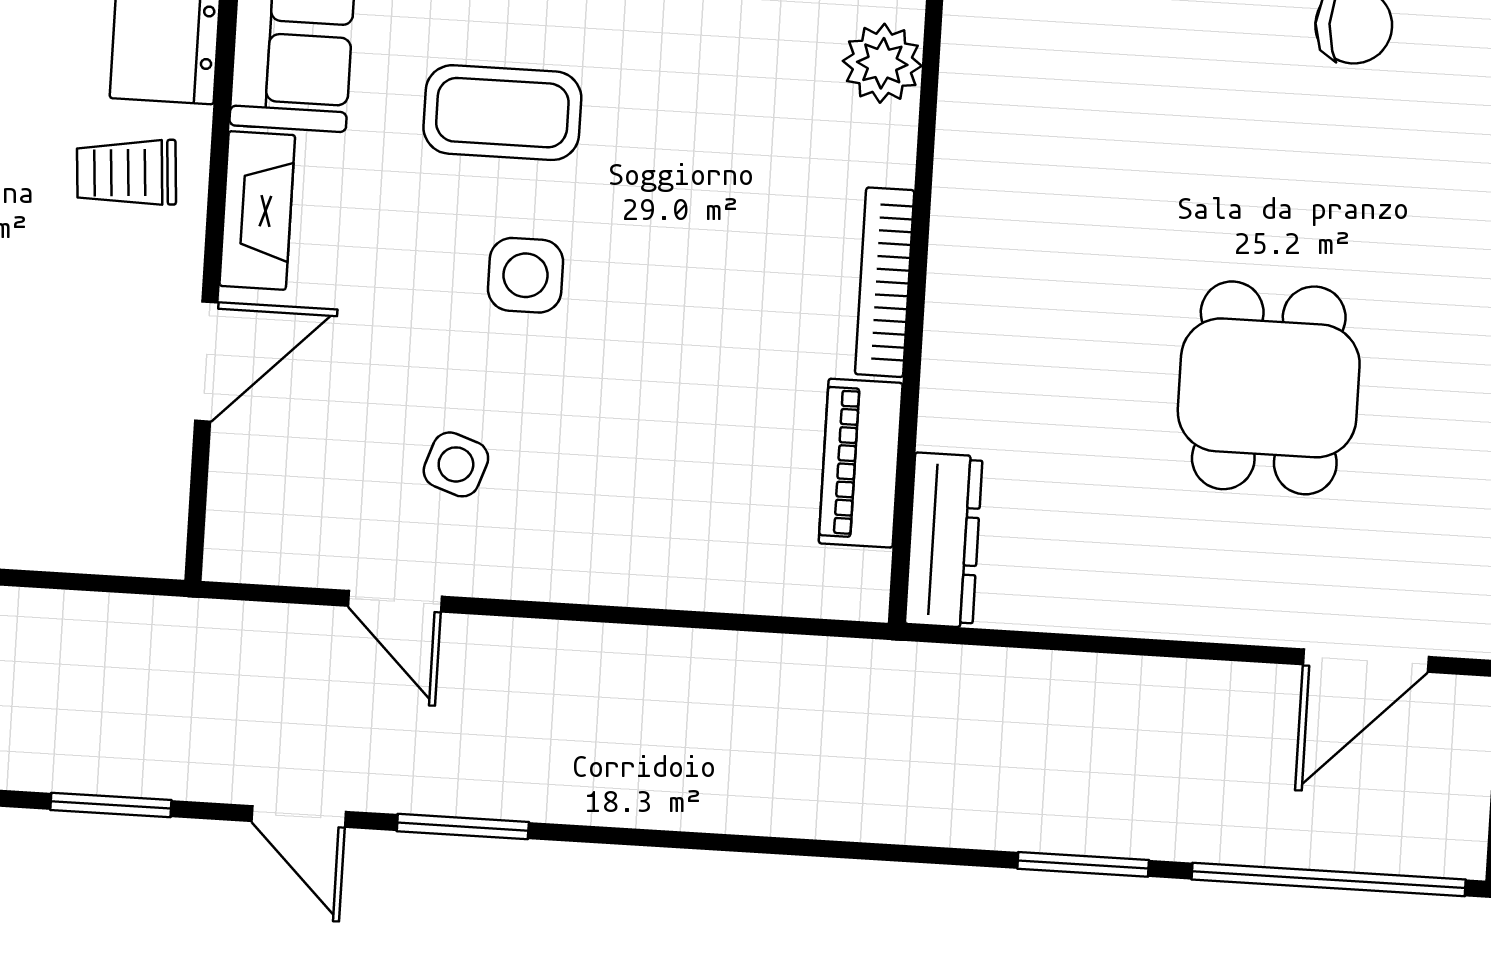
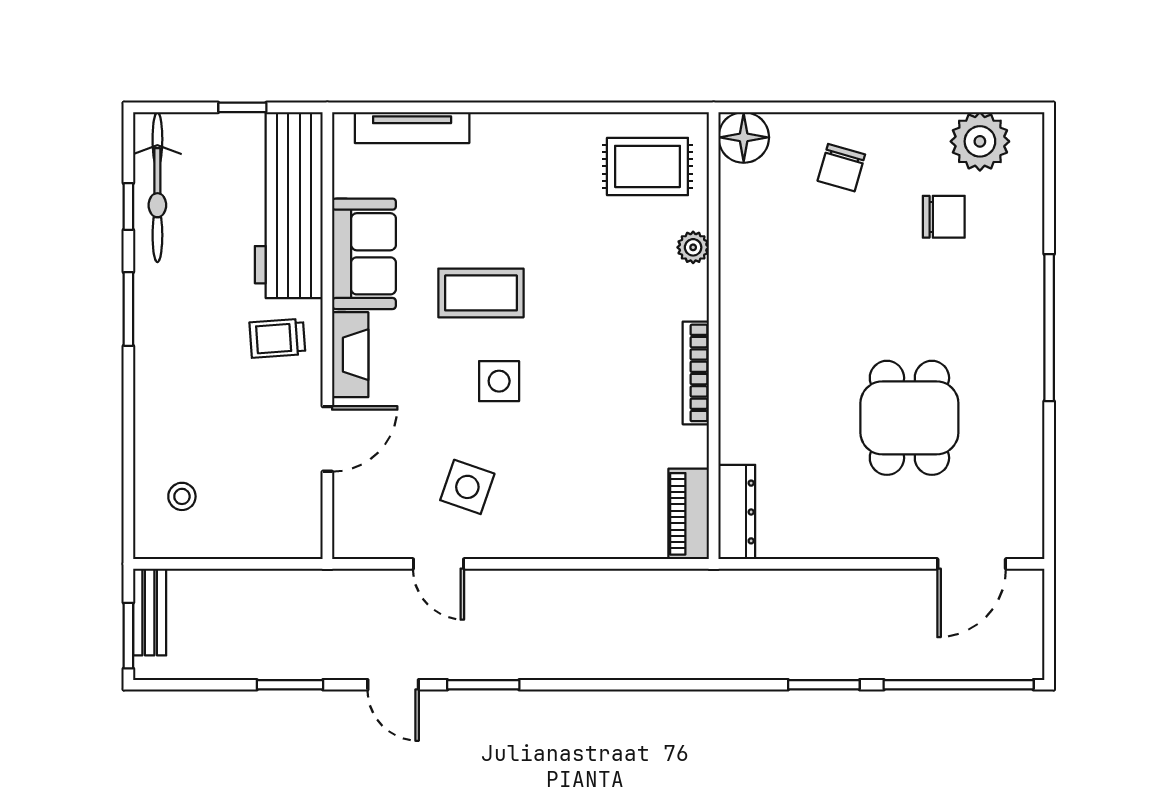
plant: (882, 63) -> (693, 247), width x0.73, depth x0.73
piano: (861, 463) -> (689, 514), moved
side table: (456, 464) -> (467, 487), width x1.37, depth x1.37

